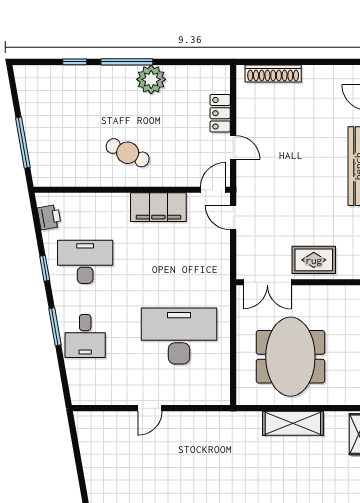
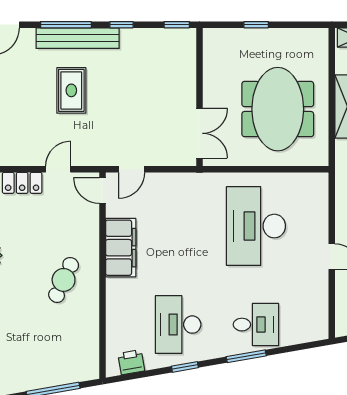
rug: (314, 260) -> (71, 90), moved
meeting table: (290, 357) -> (278, 109), turned 90

